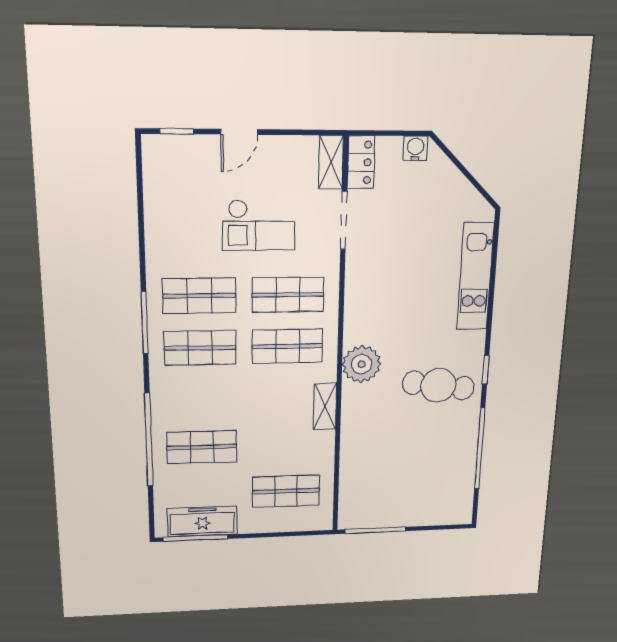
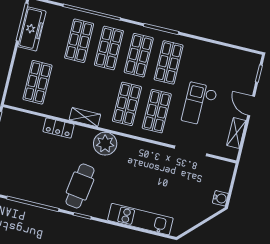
shelving: (331, 162) -> (236, 133), moved, turned 90
locker: (361, 162) -> (58, 128), moved
shop shelf: (201, 398) -> (109, 48), added

